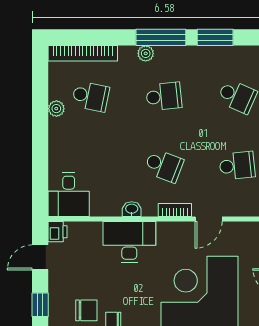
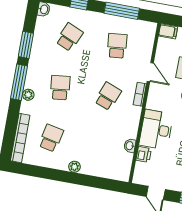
plant: (56, 109) -> (74, 167), moved
desk: (69, 195) -> (116, 165), removed
washbasin: (132, 209) -> (130, 146), moved
printer: (58, 232) -> (144, 154), moved, turned 90

